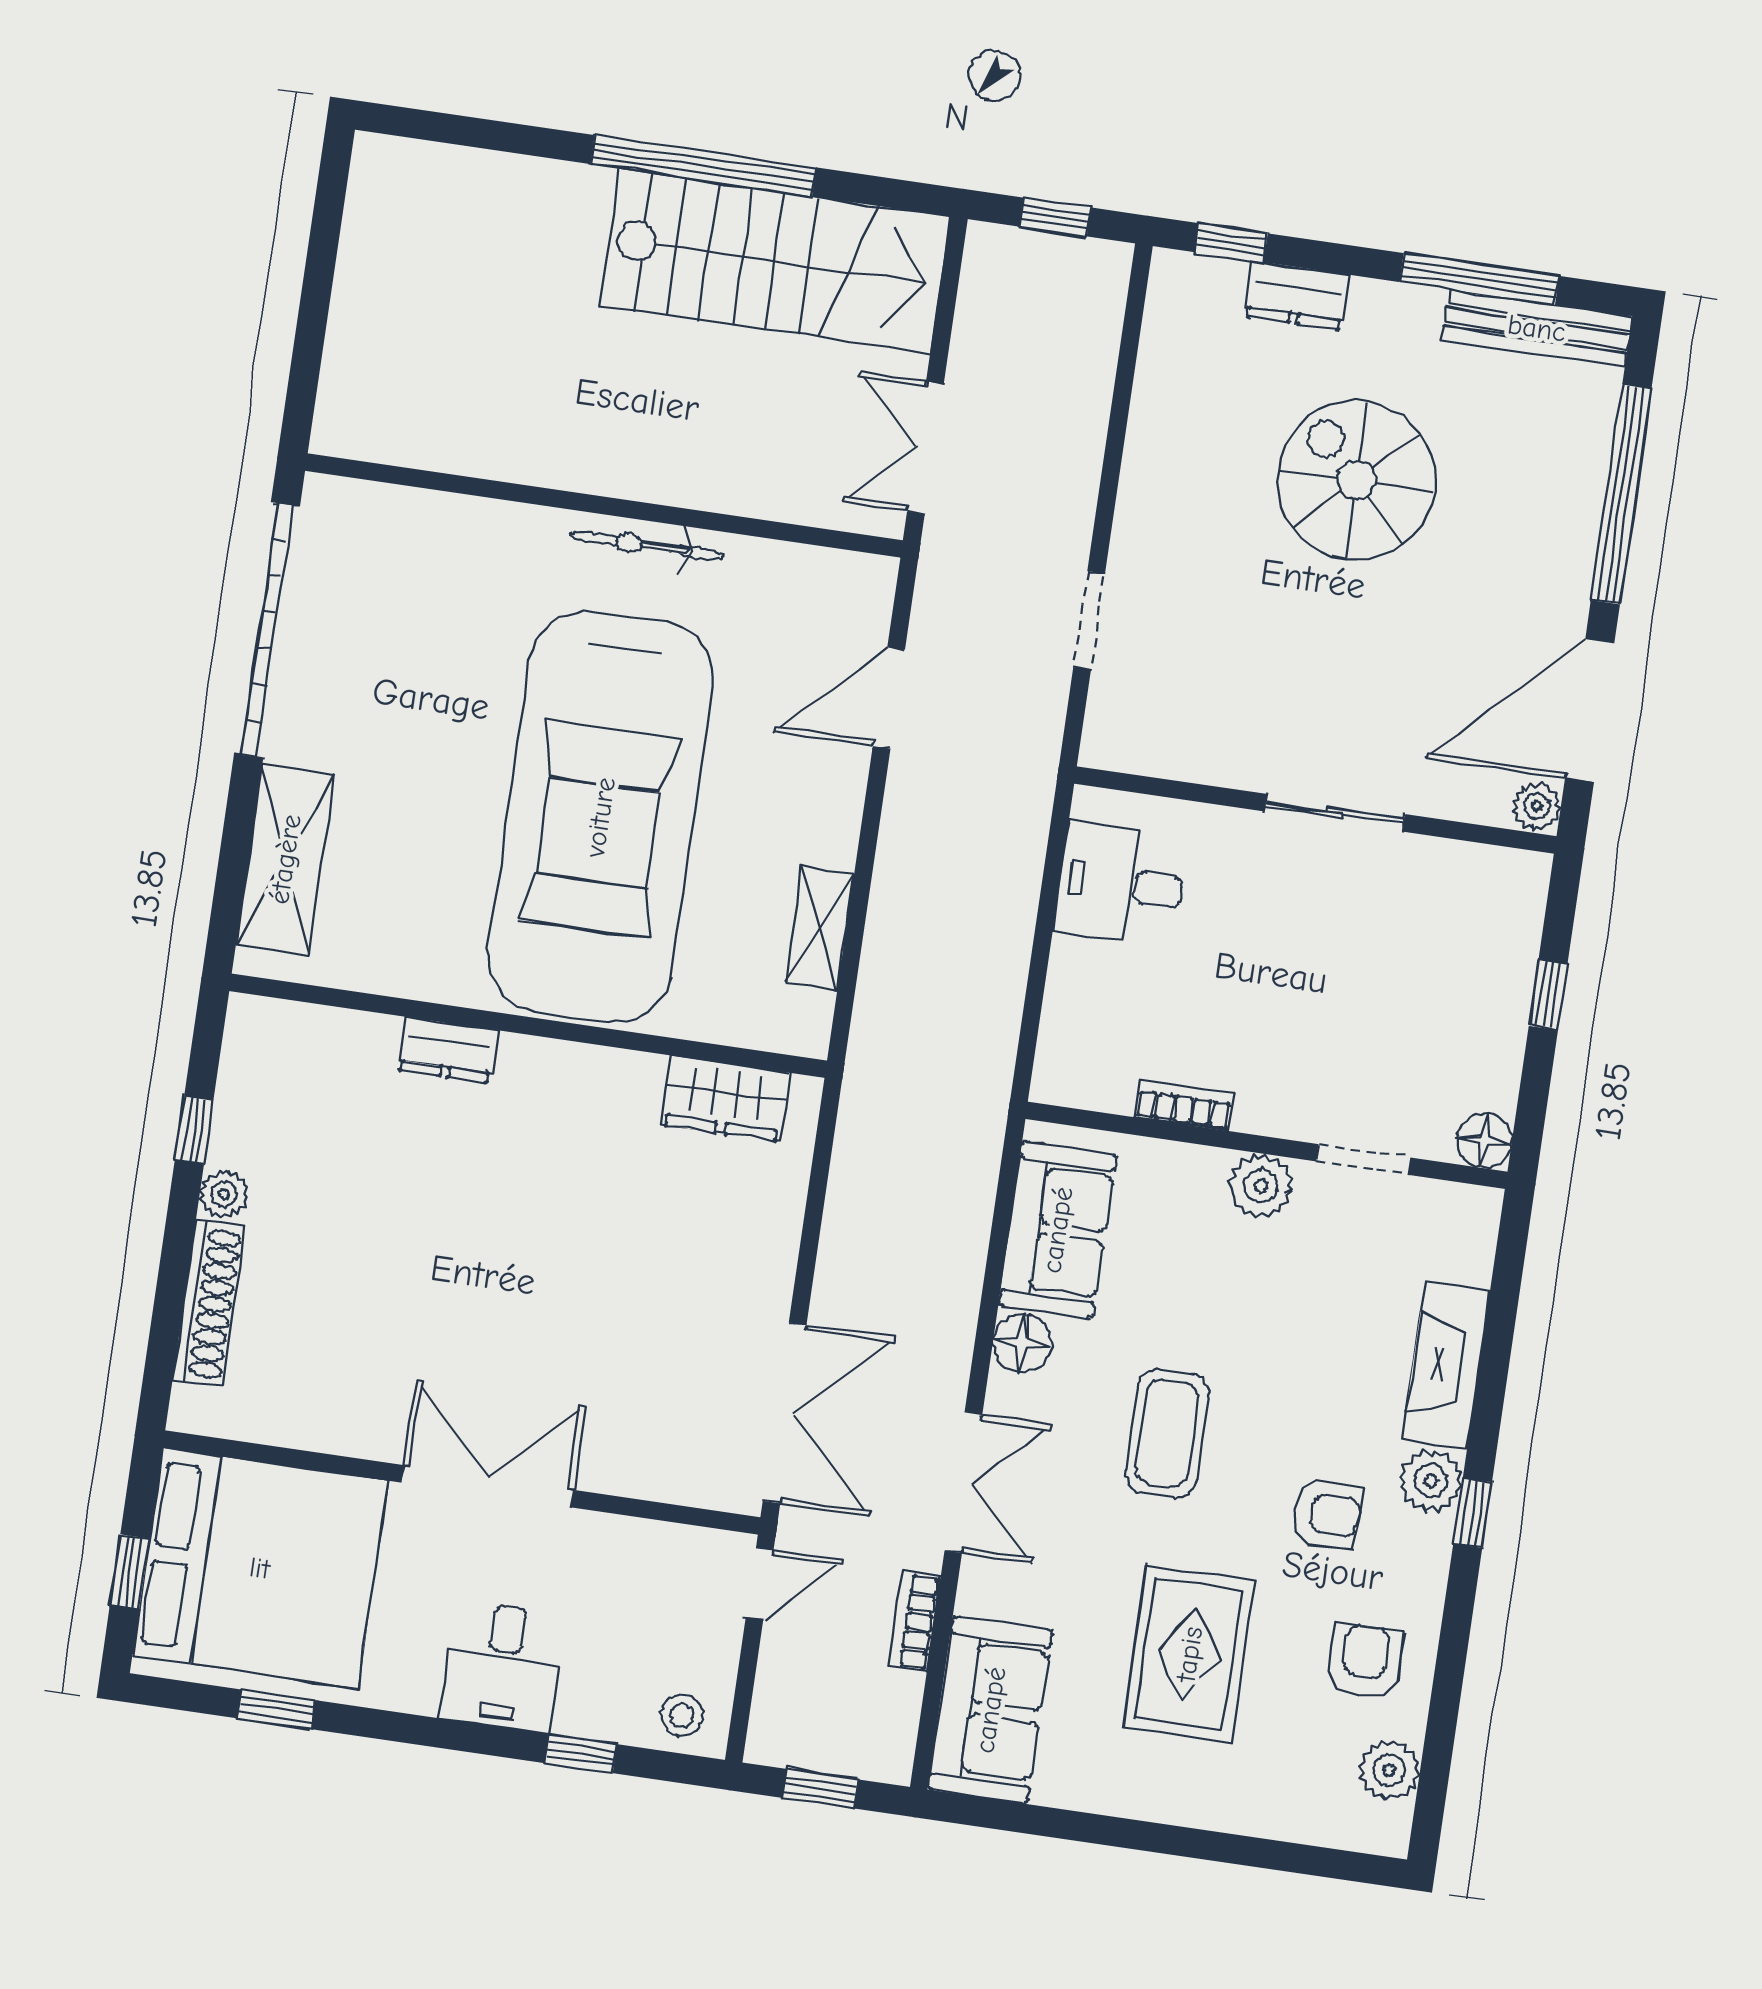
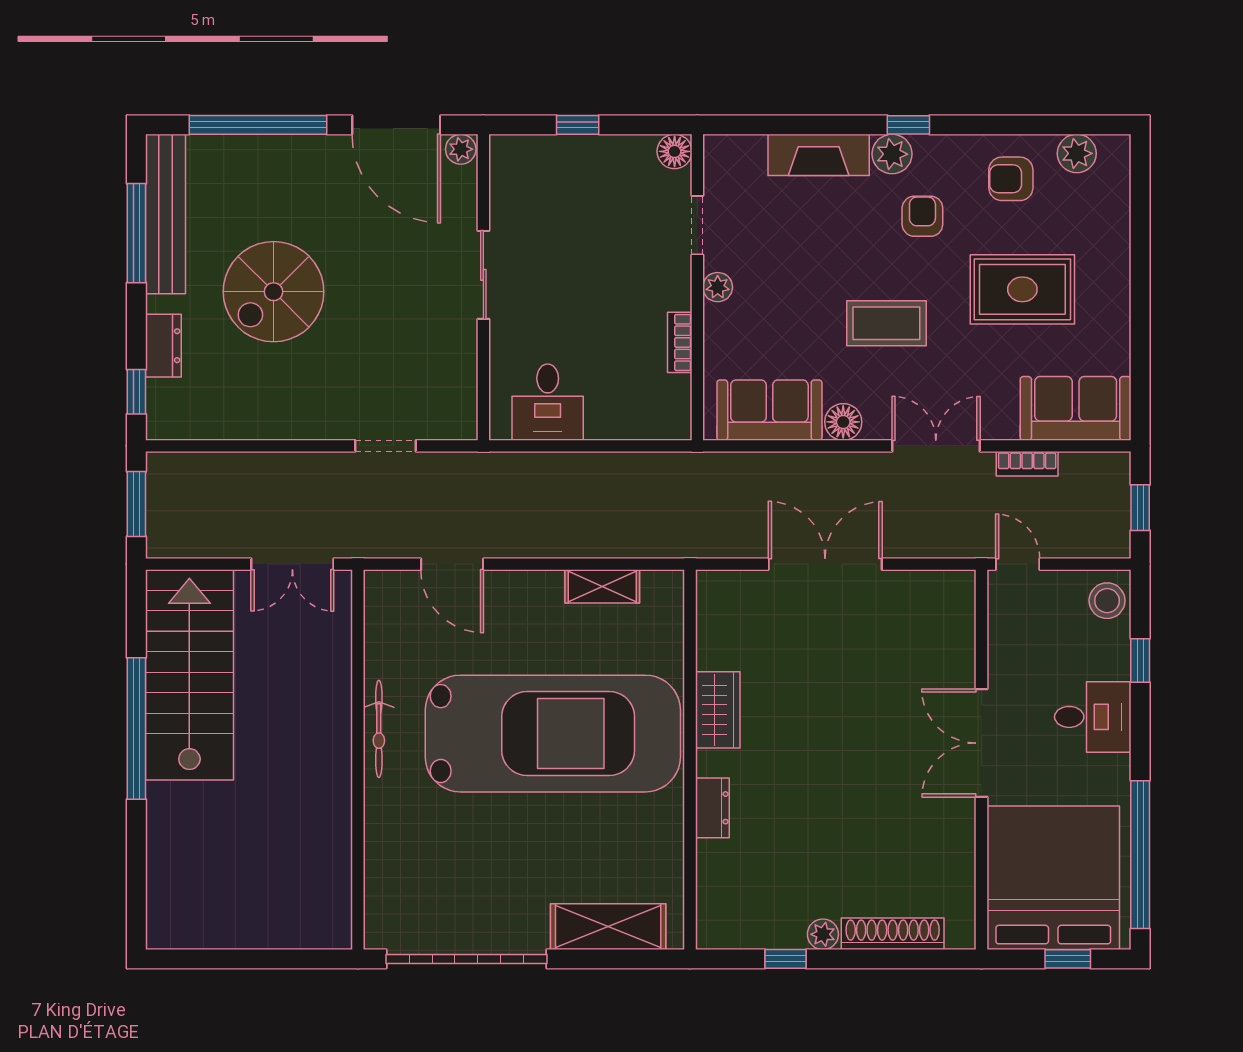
window: (1055, 217) -> (136, 504), width x1.50
bench: (1537, 328) -> (166, 214), width x1.37, depth x1.21
wardrobe: (725, 1099) -> (718, 710), moved
plant: (1261, 1186) -> (718, 287), width x0.73, depth x0.73
double door: (785, 1413) -> (825, 564), moved
window: (276, 1709) -> (1140, 855), width x3.17
stool: (682, 1715) -> (1107, 601), width x1.37, depth x1.37

